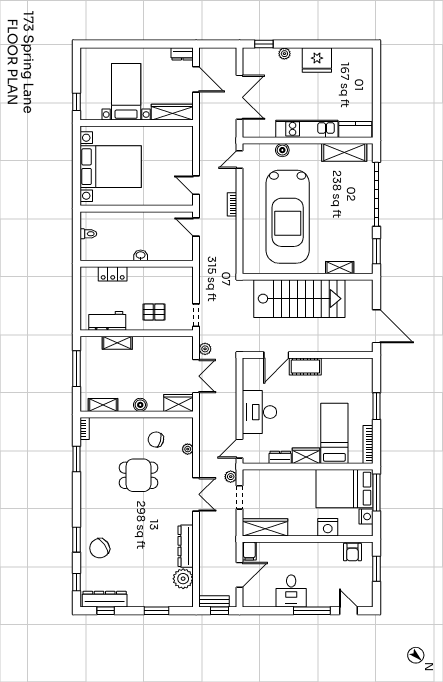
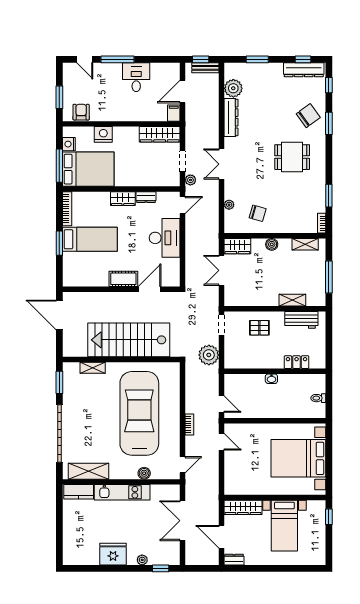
plant: (205, 349) -> (209, 355), moved, width x1.87, depth x1.87
bed: (334, 433) -> (90, 239), moved, turned -90
dining table: (138, 475) -> (292, 157), moved

